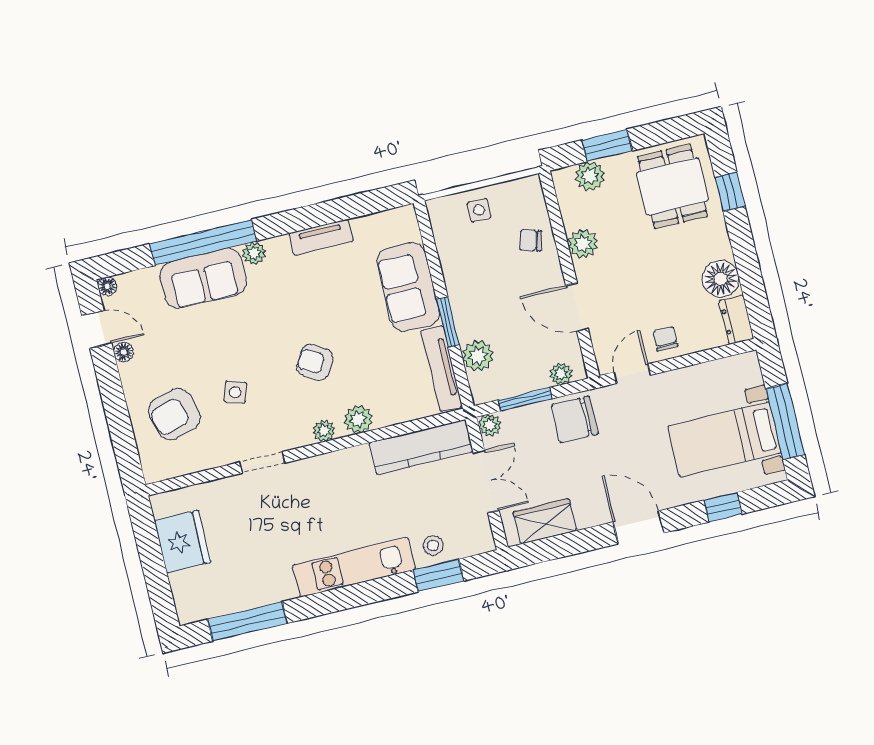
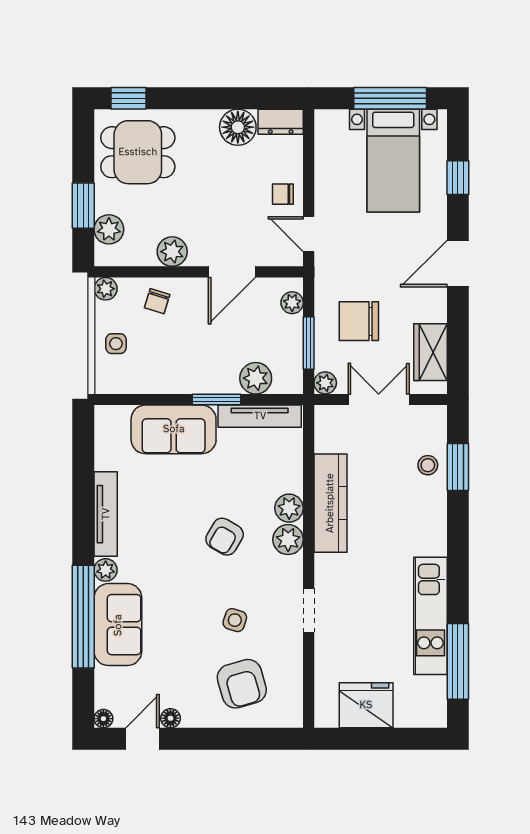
plant: (531, 187) -> (106, 289), added
window: (730, 192) -> (128, 98), moved
tv unit: (321, 237) -> (106, 514), width x1.41
chair: (575, 419) -> (359, 321), moved, turned 90
plant: (324, 431) -> (288, 540), width x1.38, depth x1.38
kitchen counter: (421, 447) -> (330, 503), moved
kitchen unit: (354, 567) -> (430, 616), moved

